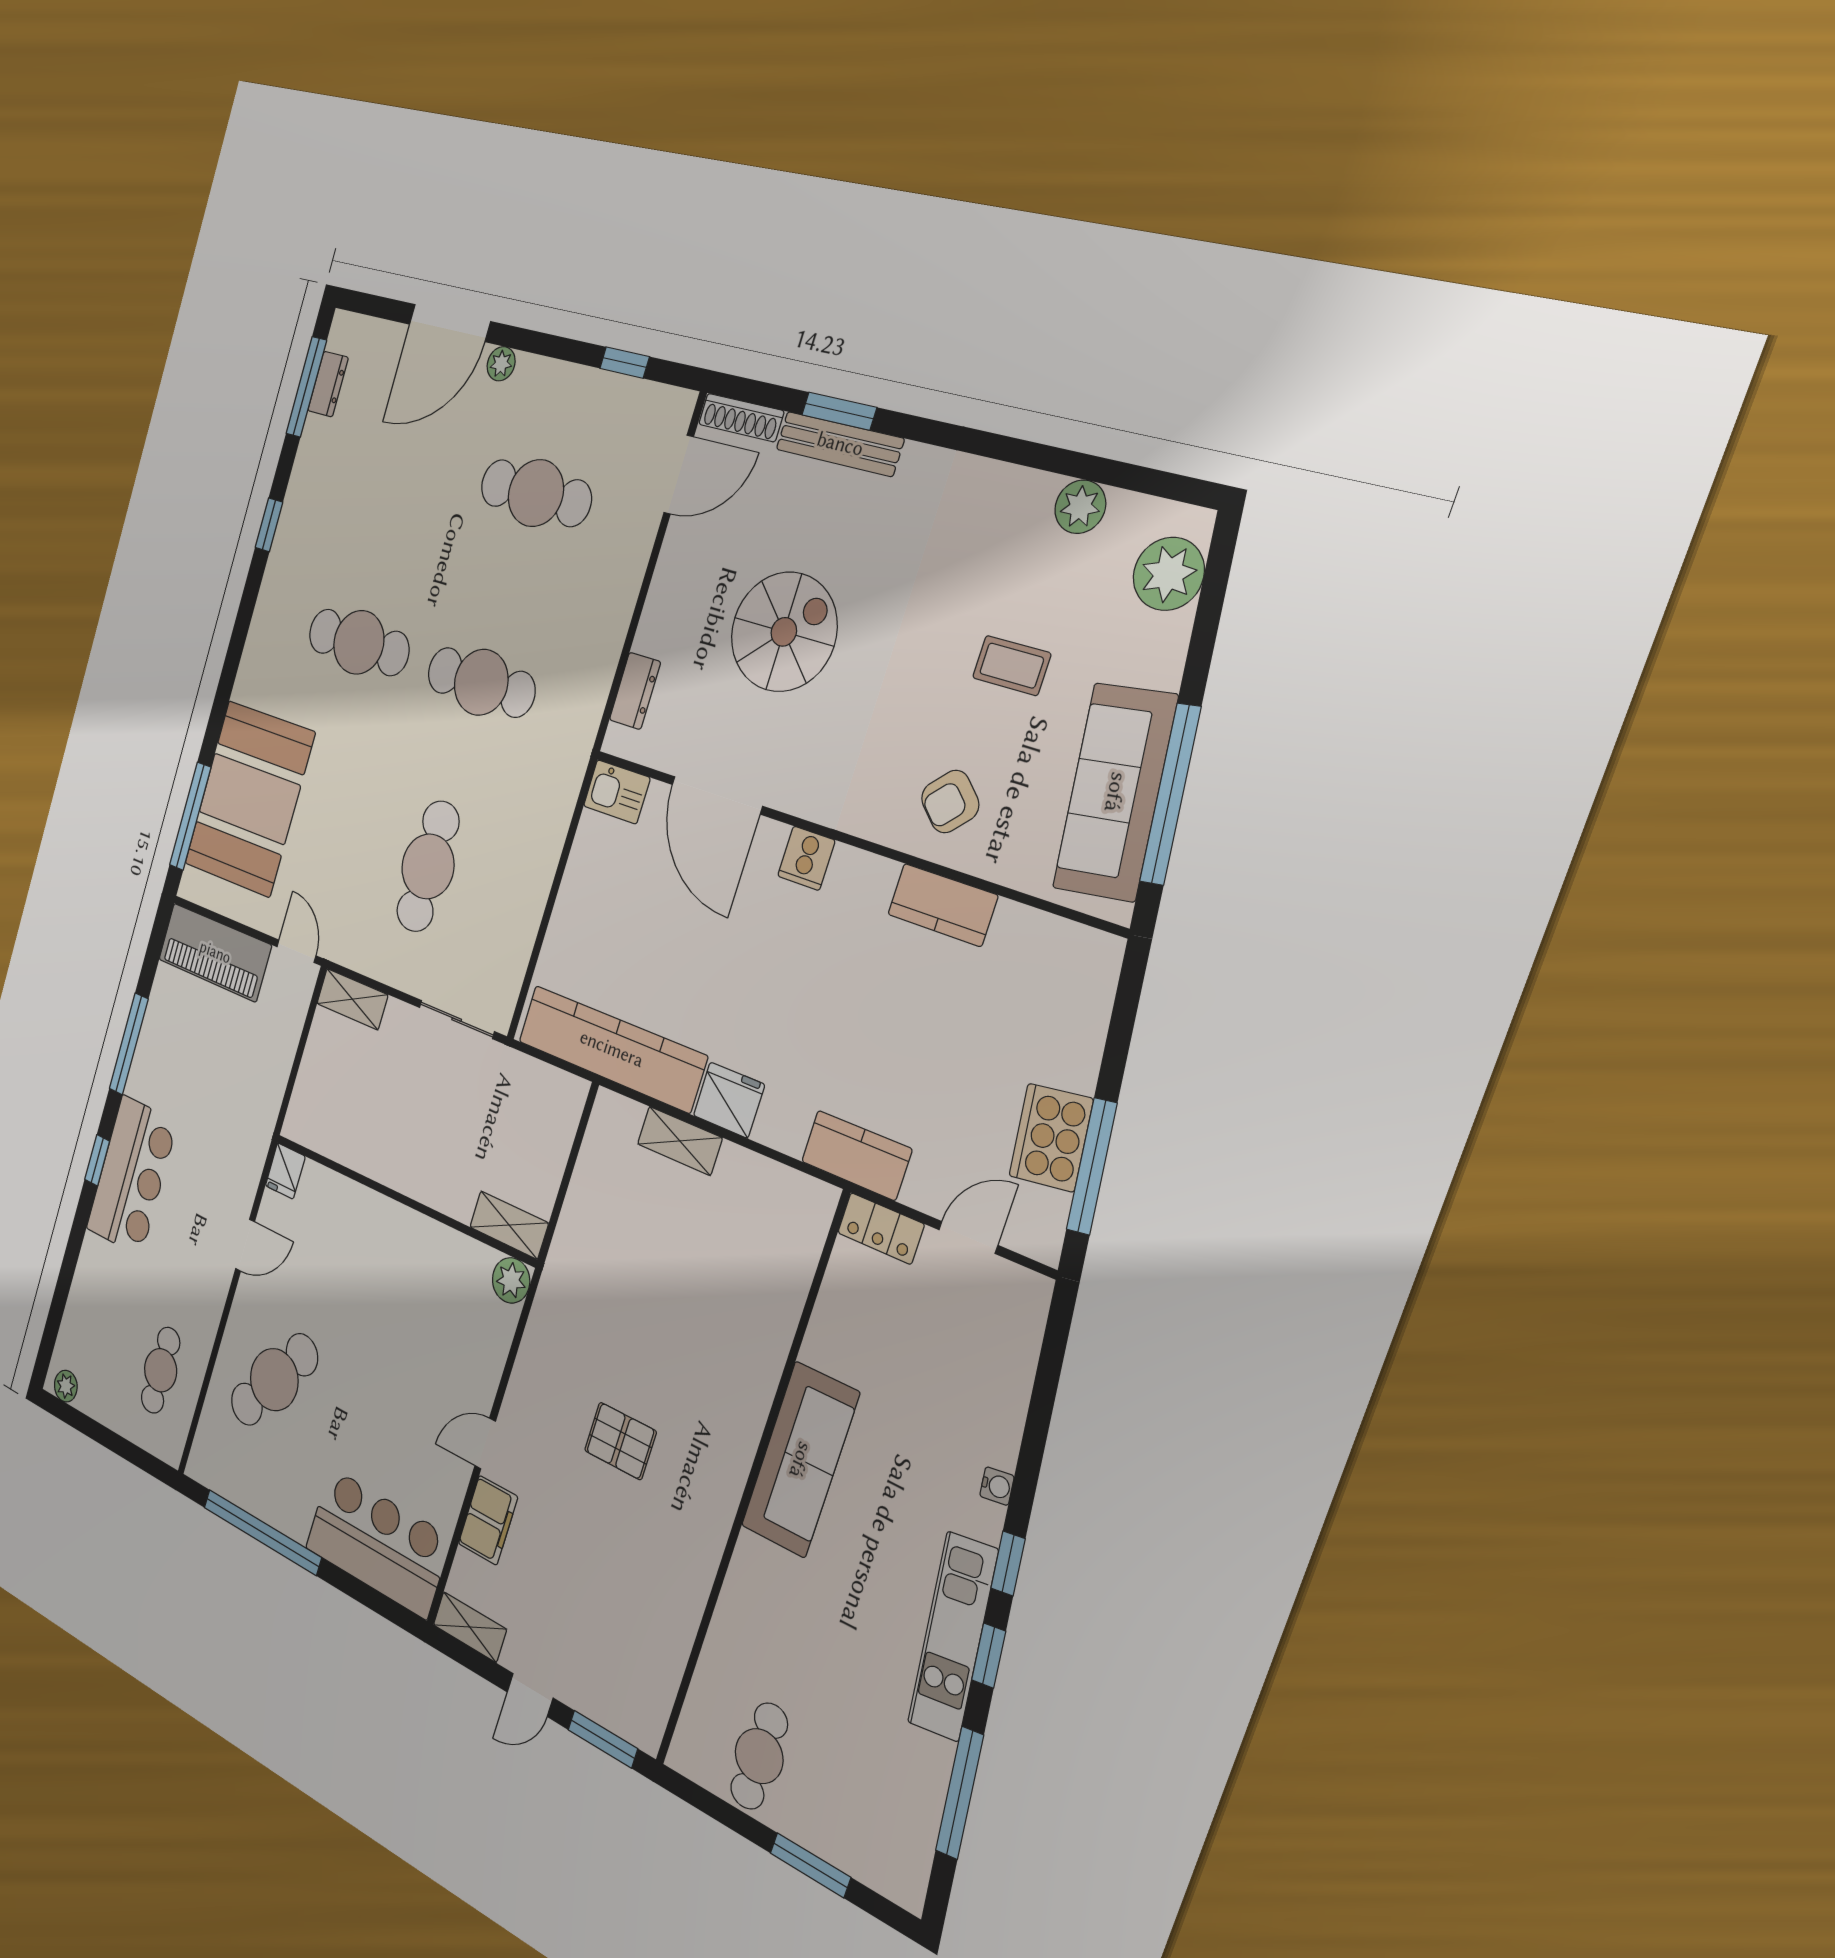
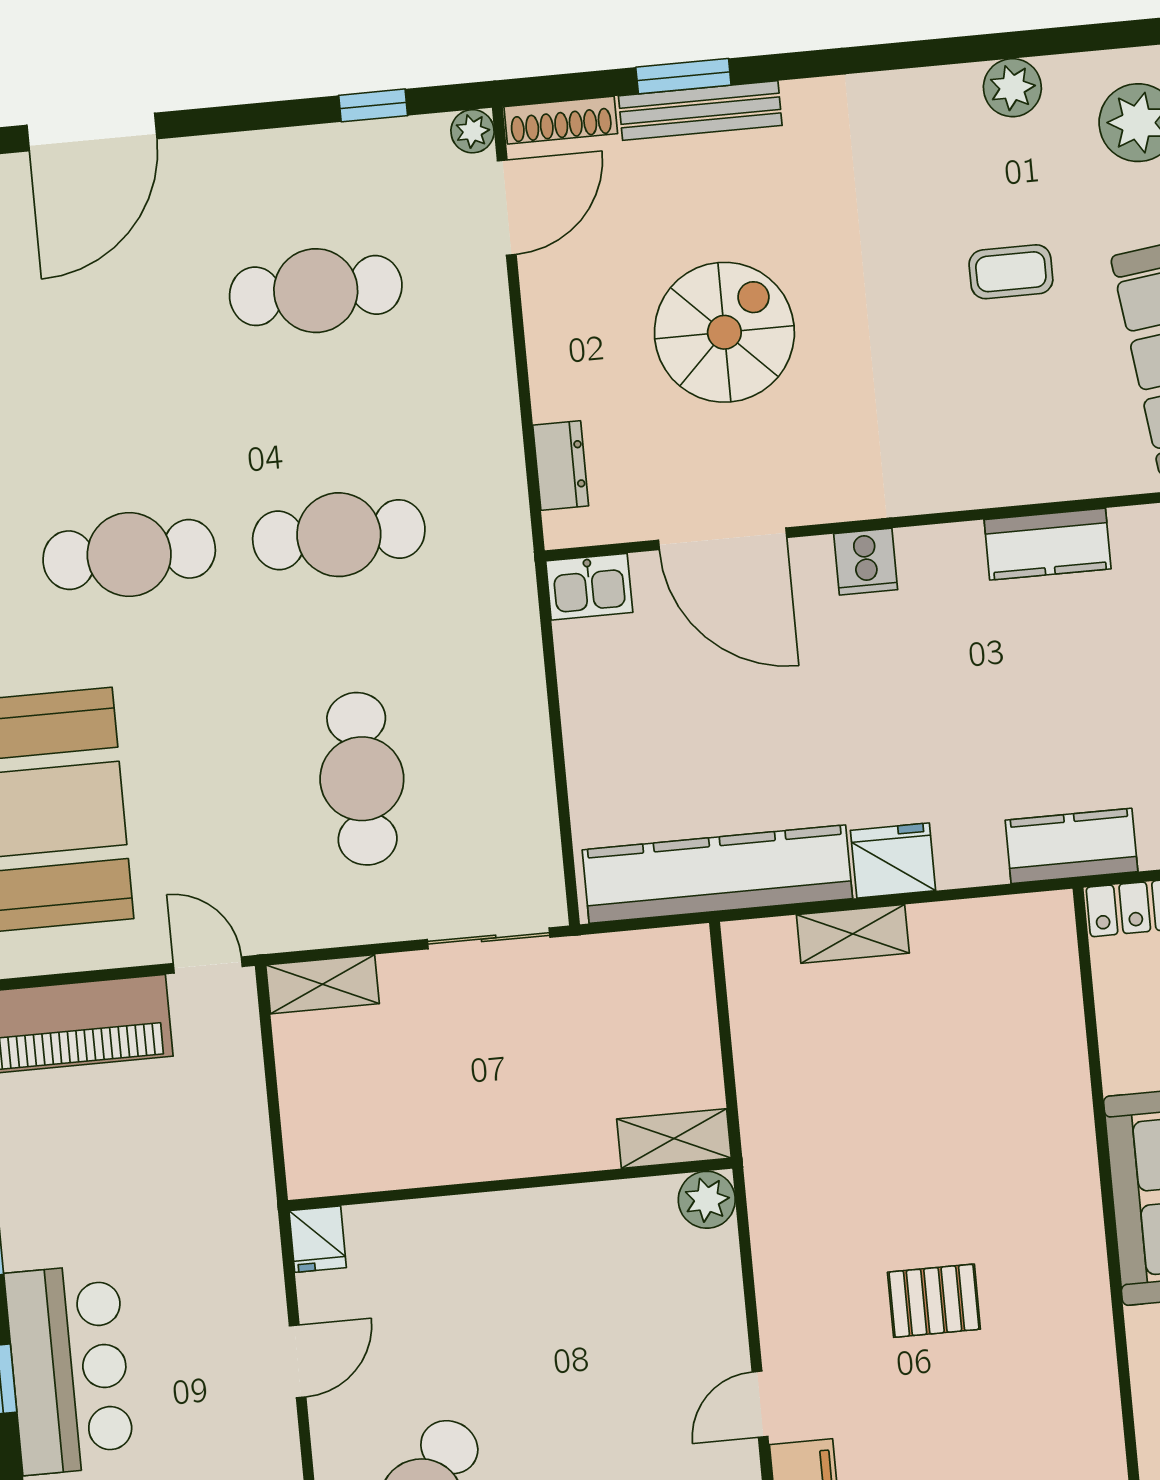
plant: (501, 364) -> (472, 131), moved
armchair: (950, 802) -> (1007, 435), removed

